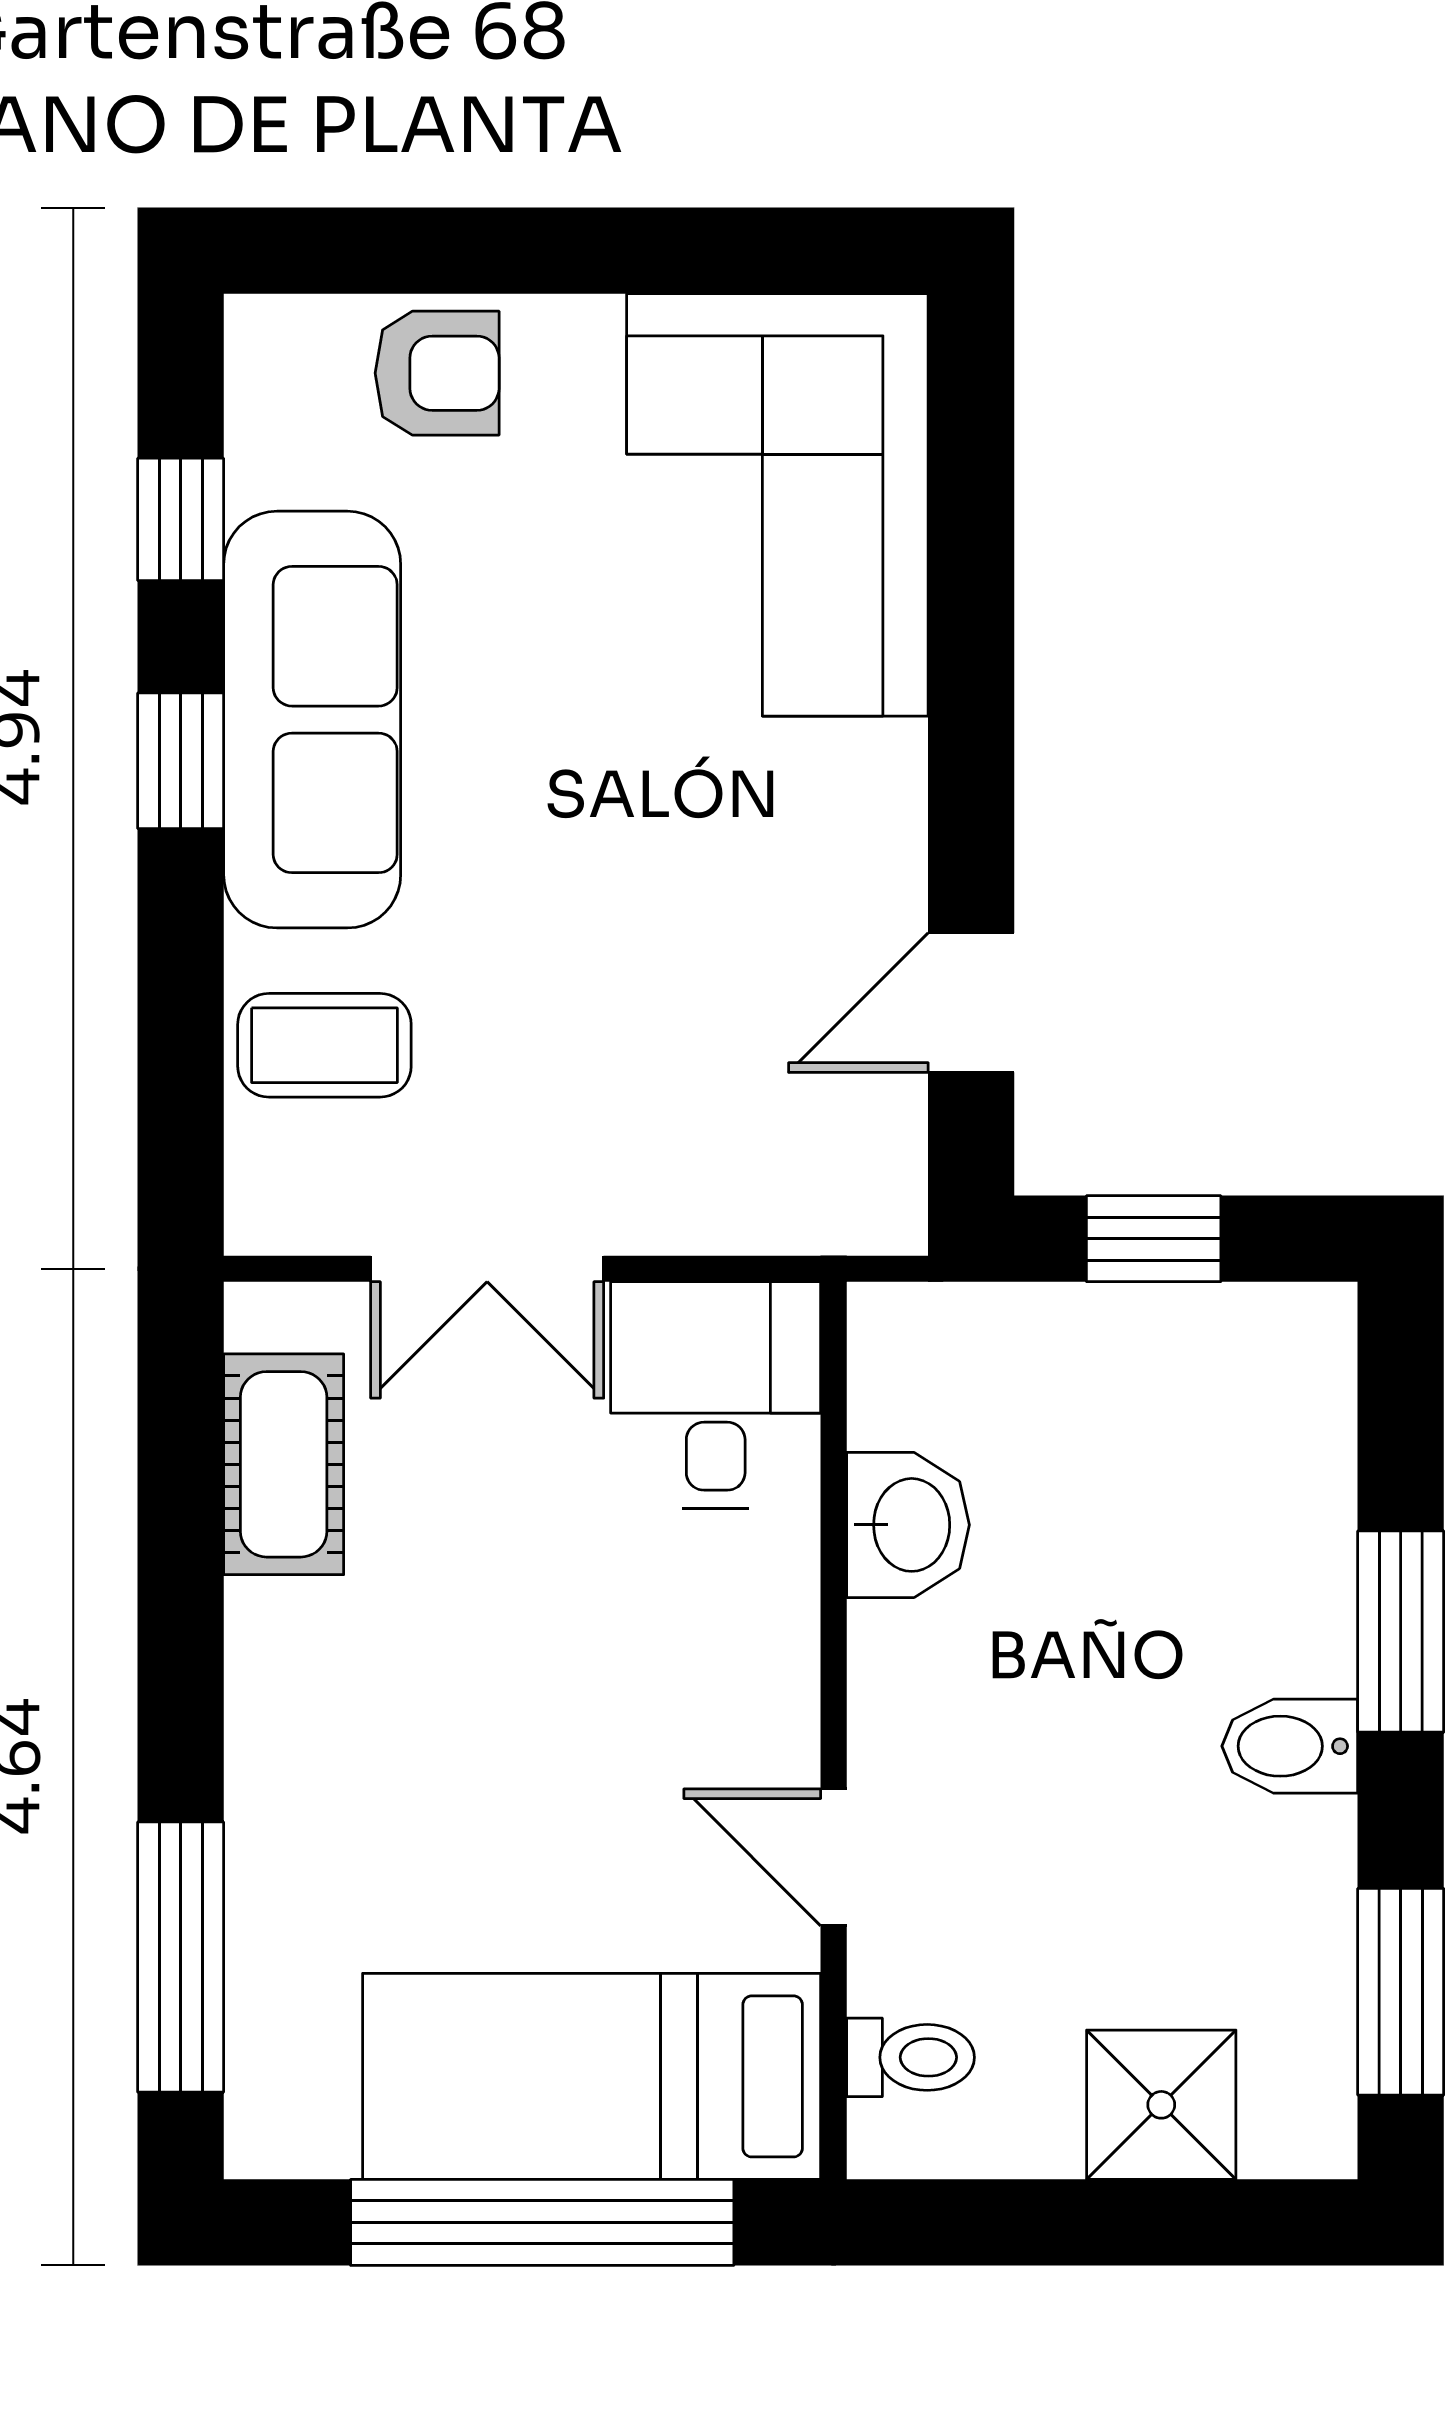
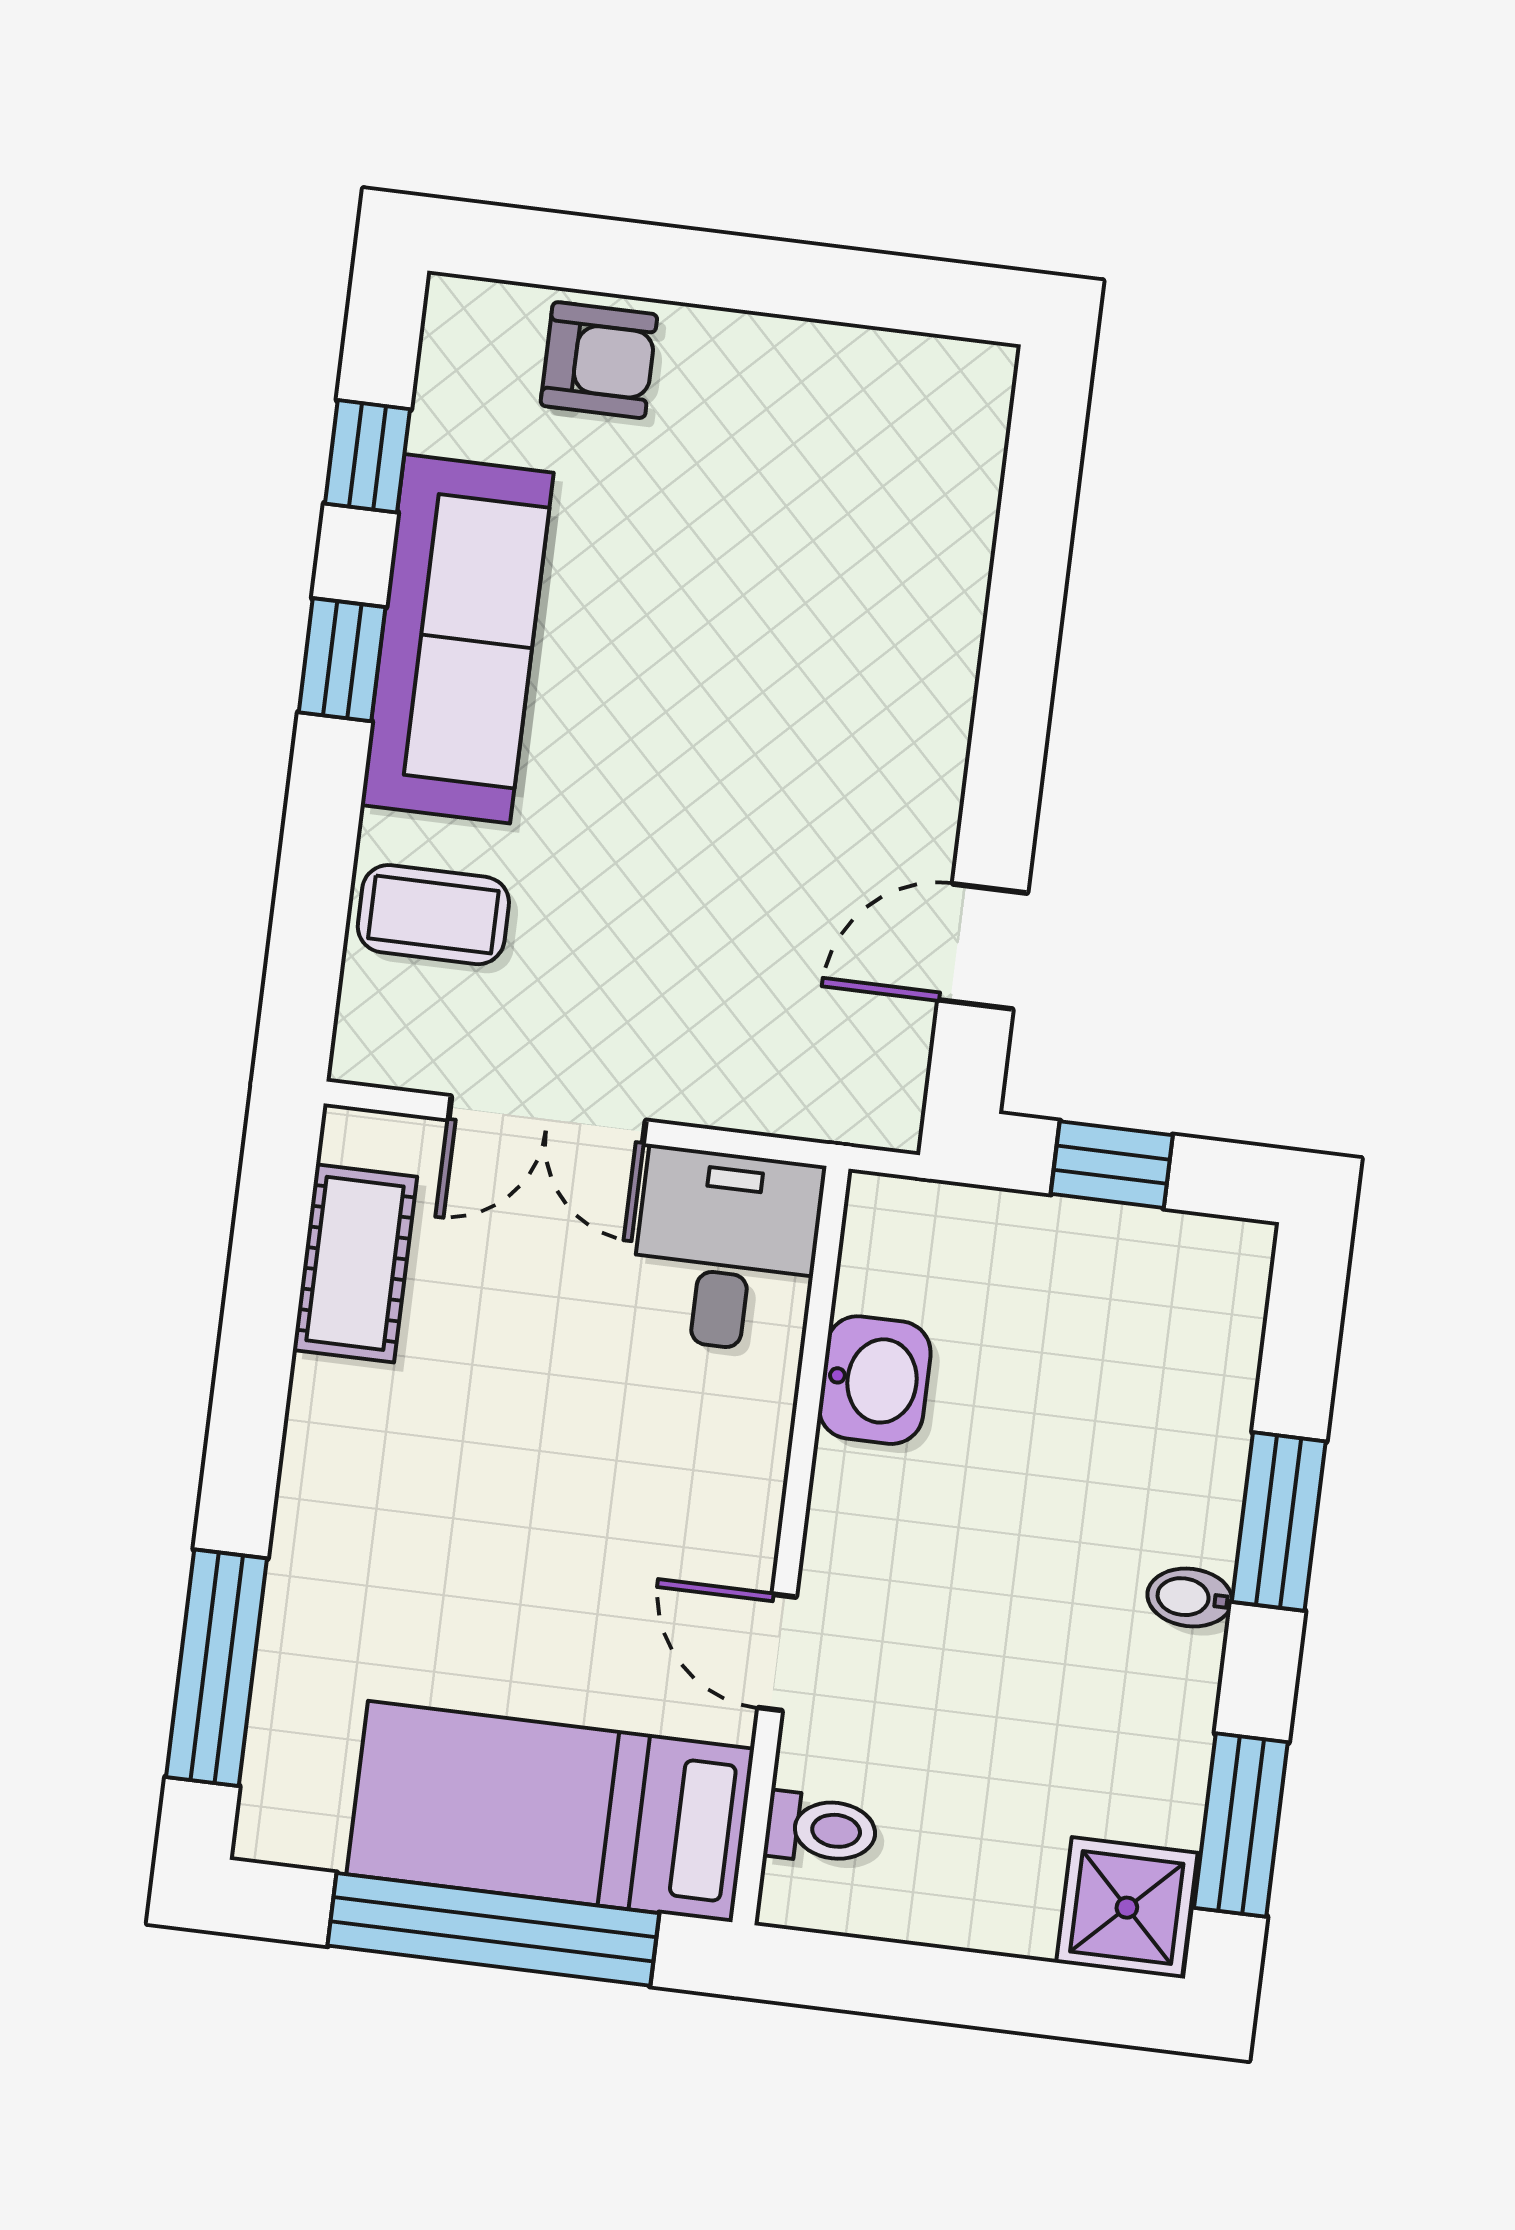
corner sofa: (777, 505) -> (872, 507), removed
bidet: (1290, 1746) -> (1190, 1597), width x0.72, depth x0.74
shower: (1161, 2105) -> (1127, 1908), moved

